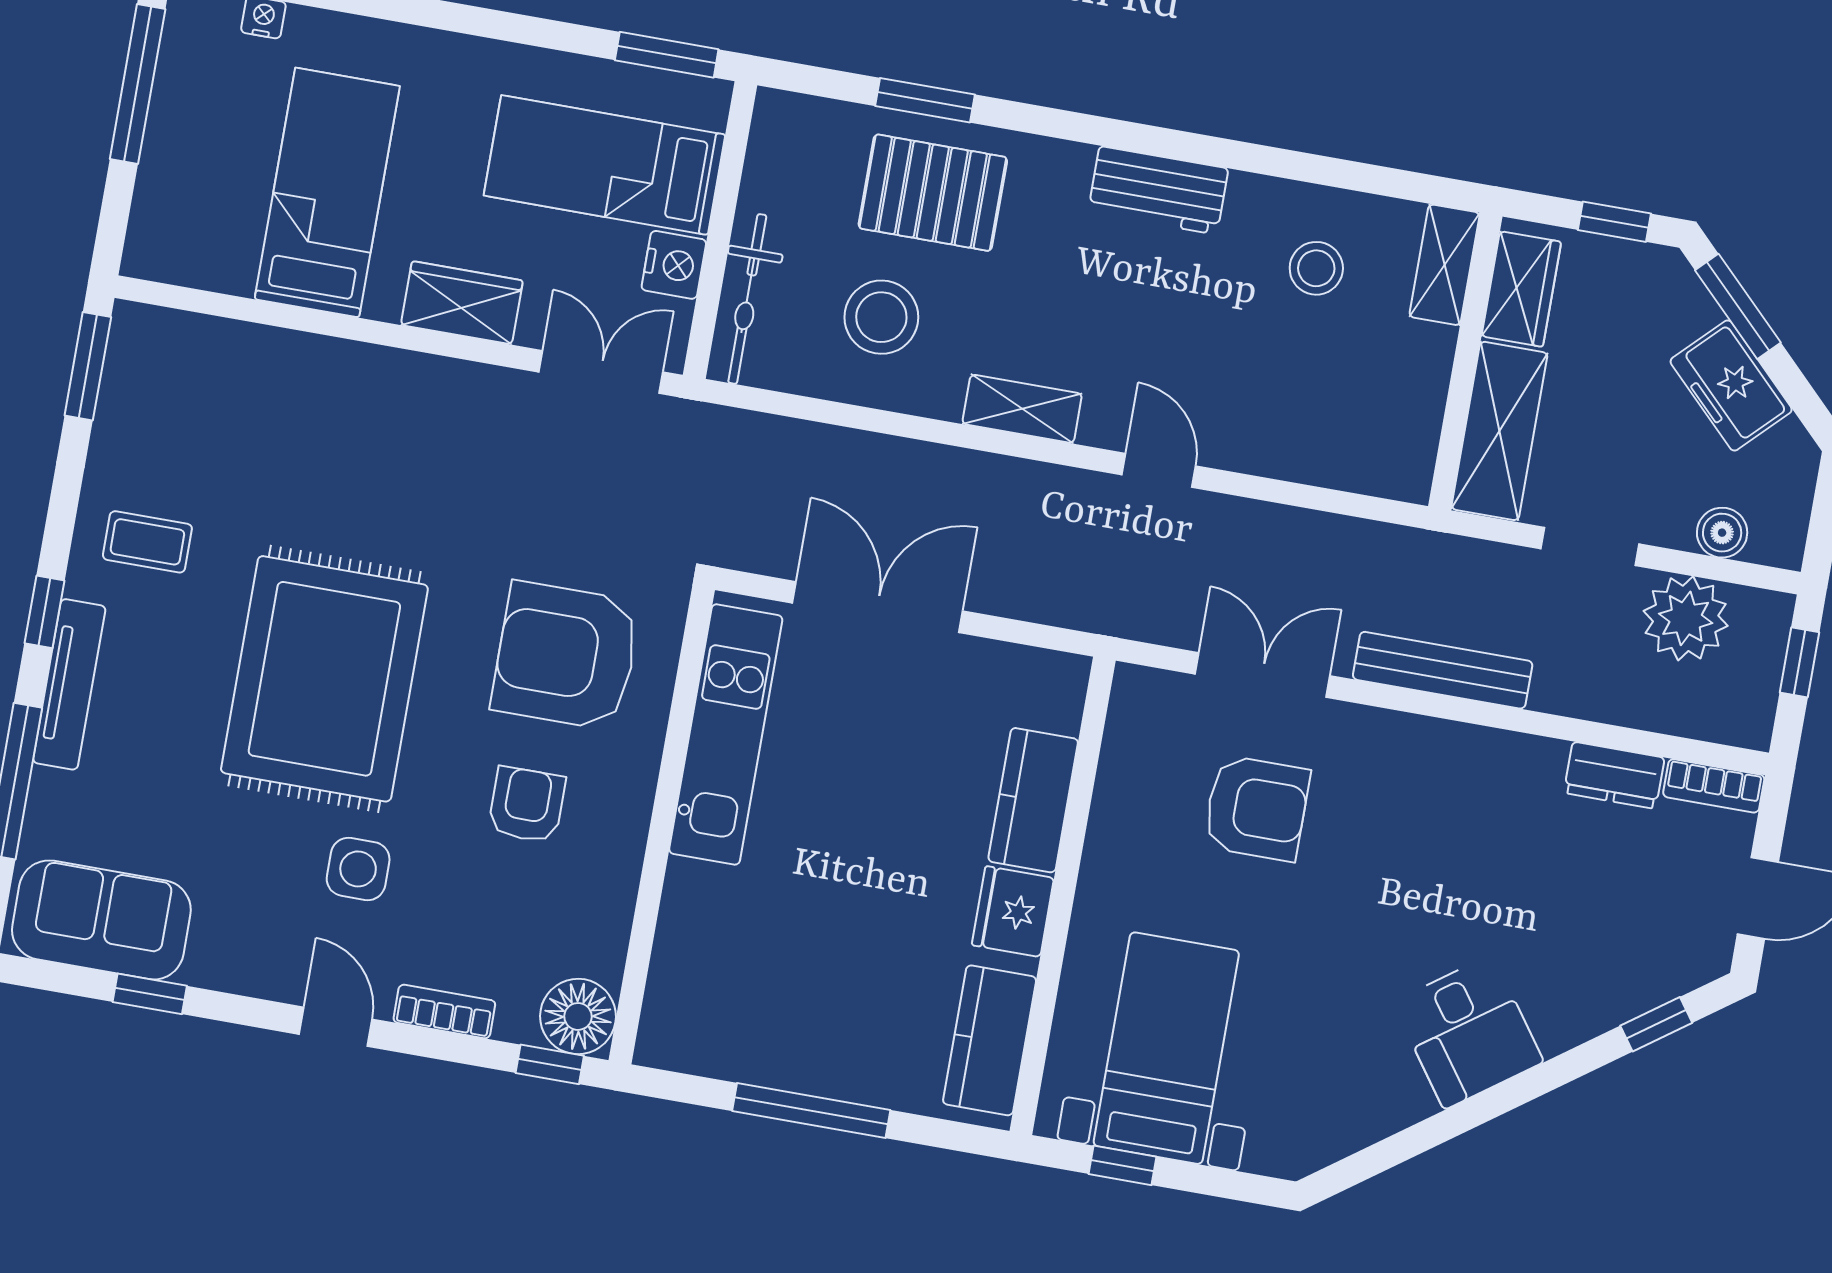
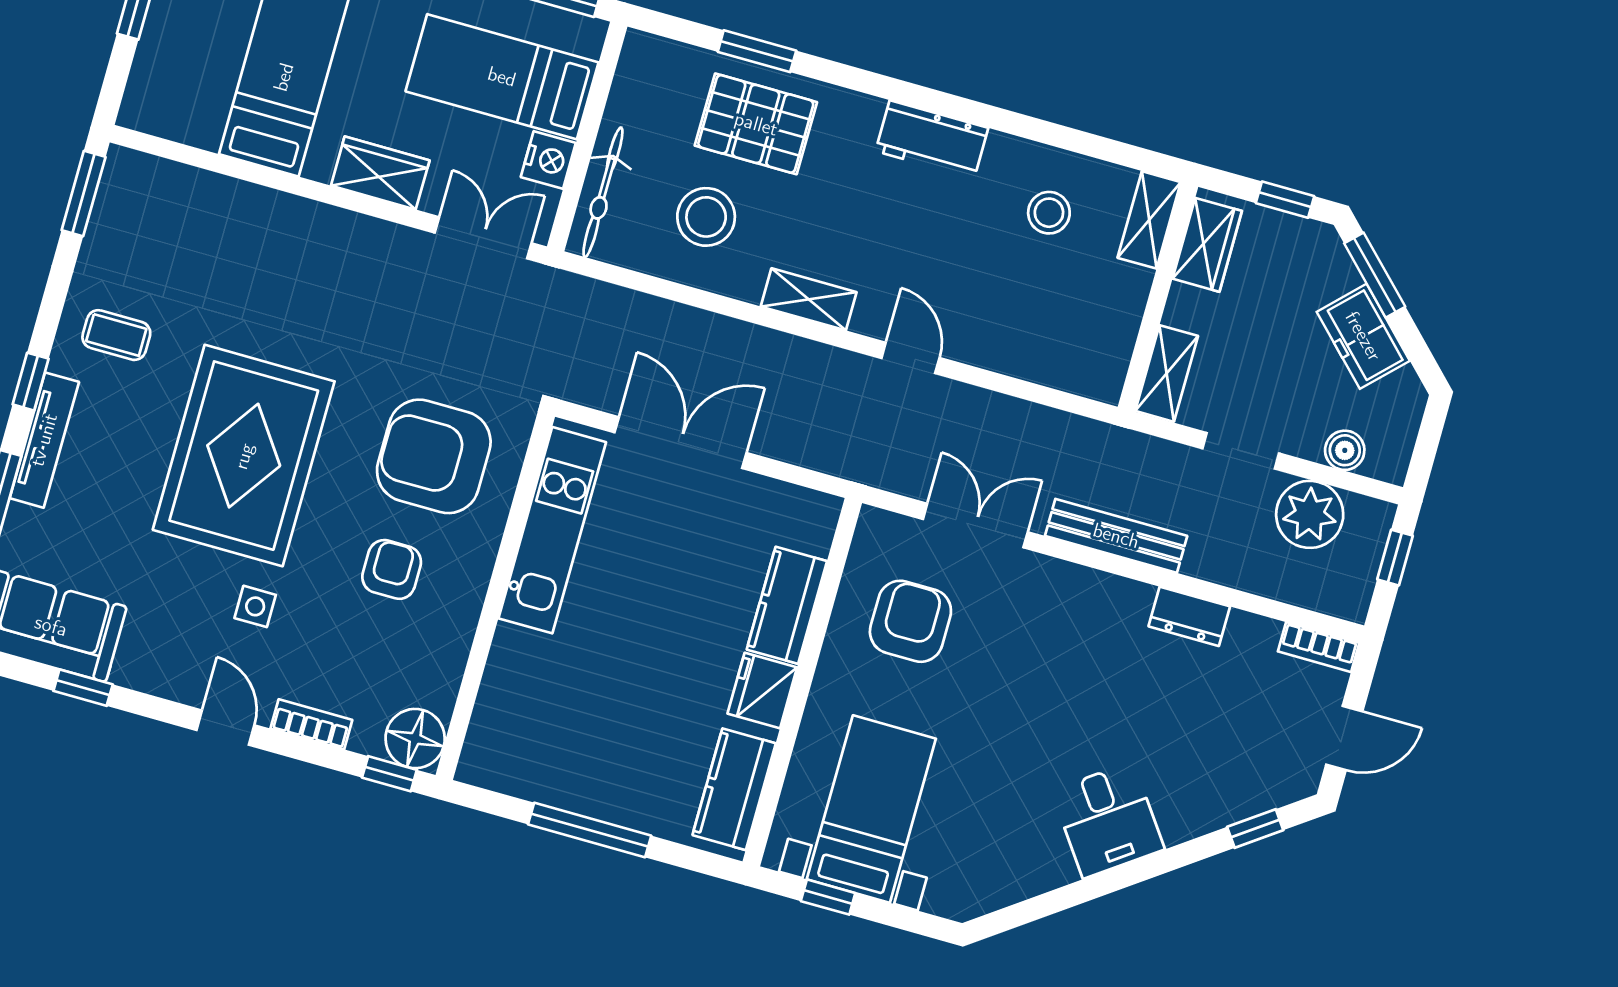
shelving: (1499, 431) -> (1167, 373), width x0.67, depth x0.75
dresser: (1614, 775) -> (1189, 616), moved
armchair: (1256, 808) -> (910, 621), moved, turned -90
side table: (358, 869) -> (255, 606), width x0.73, depth x0.73

